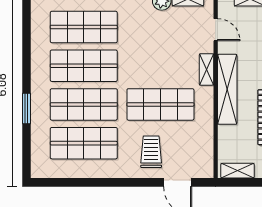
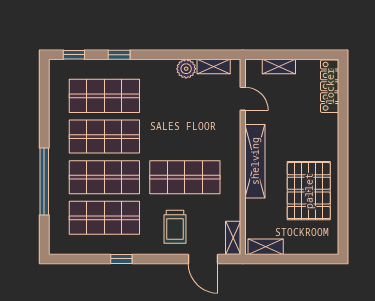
shelving: (206, 69) -> (233, 238), moved
window: (26, 109) -> (44, 181), width x2.11
trolley: (151, 152) -> (175, 227), turned 180
window: (100, 182) -> (121, 259), added

